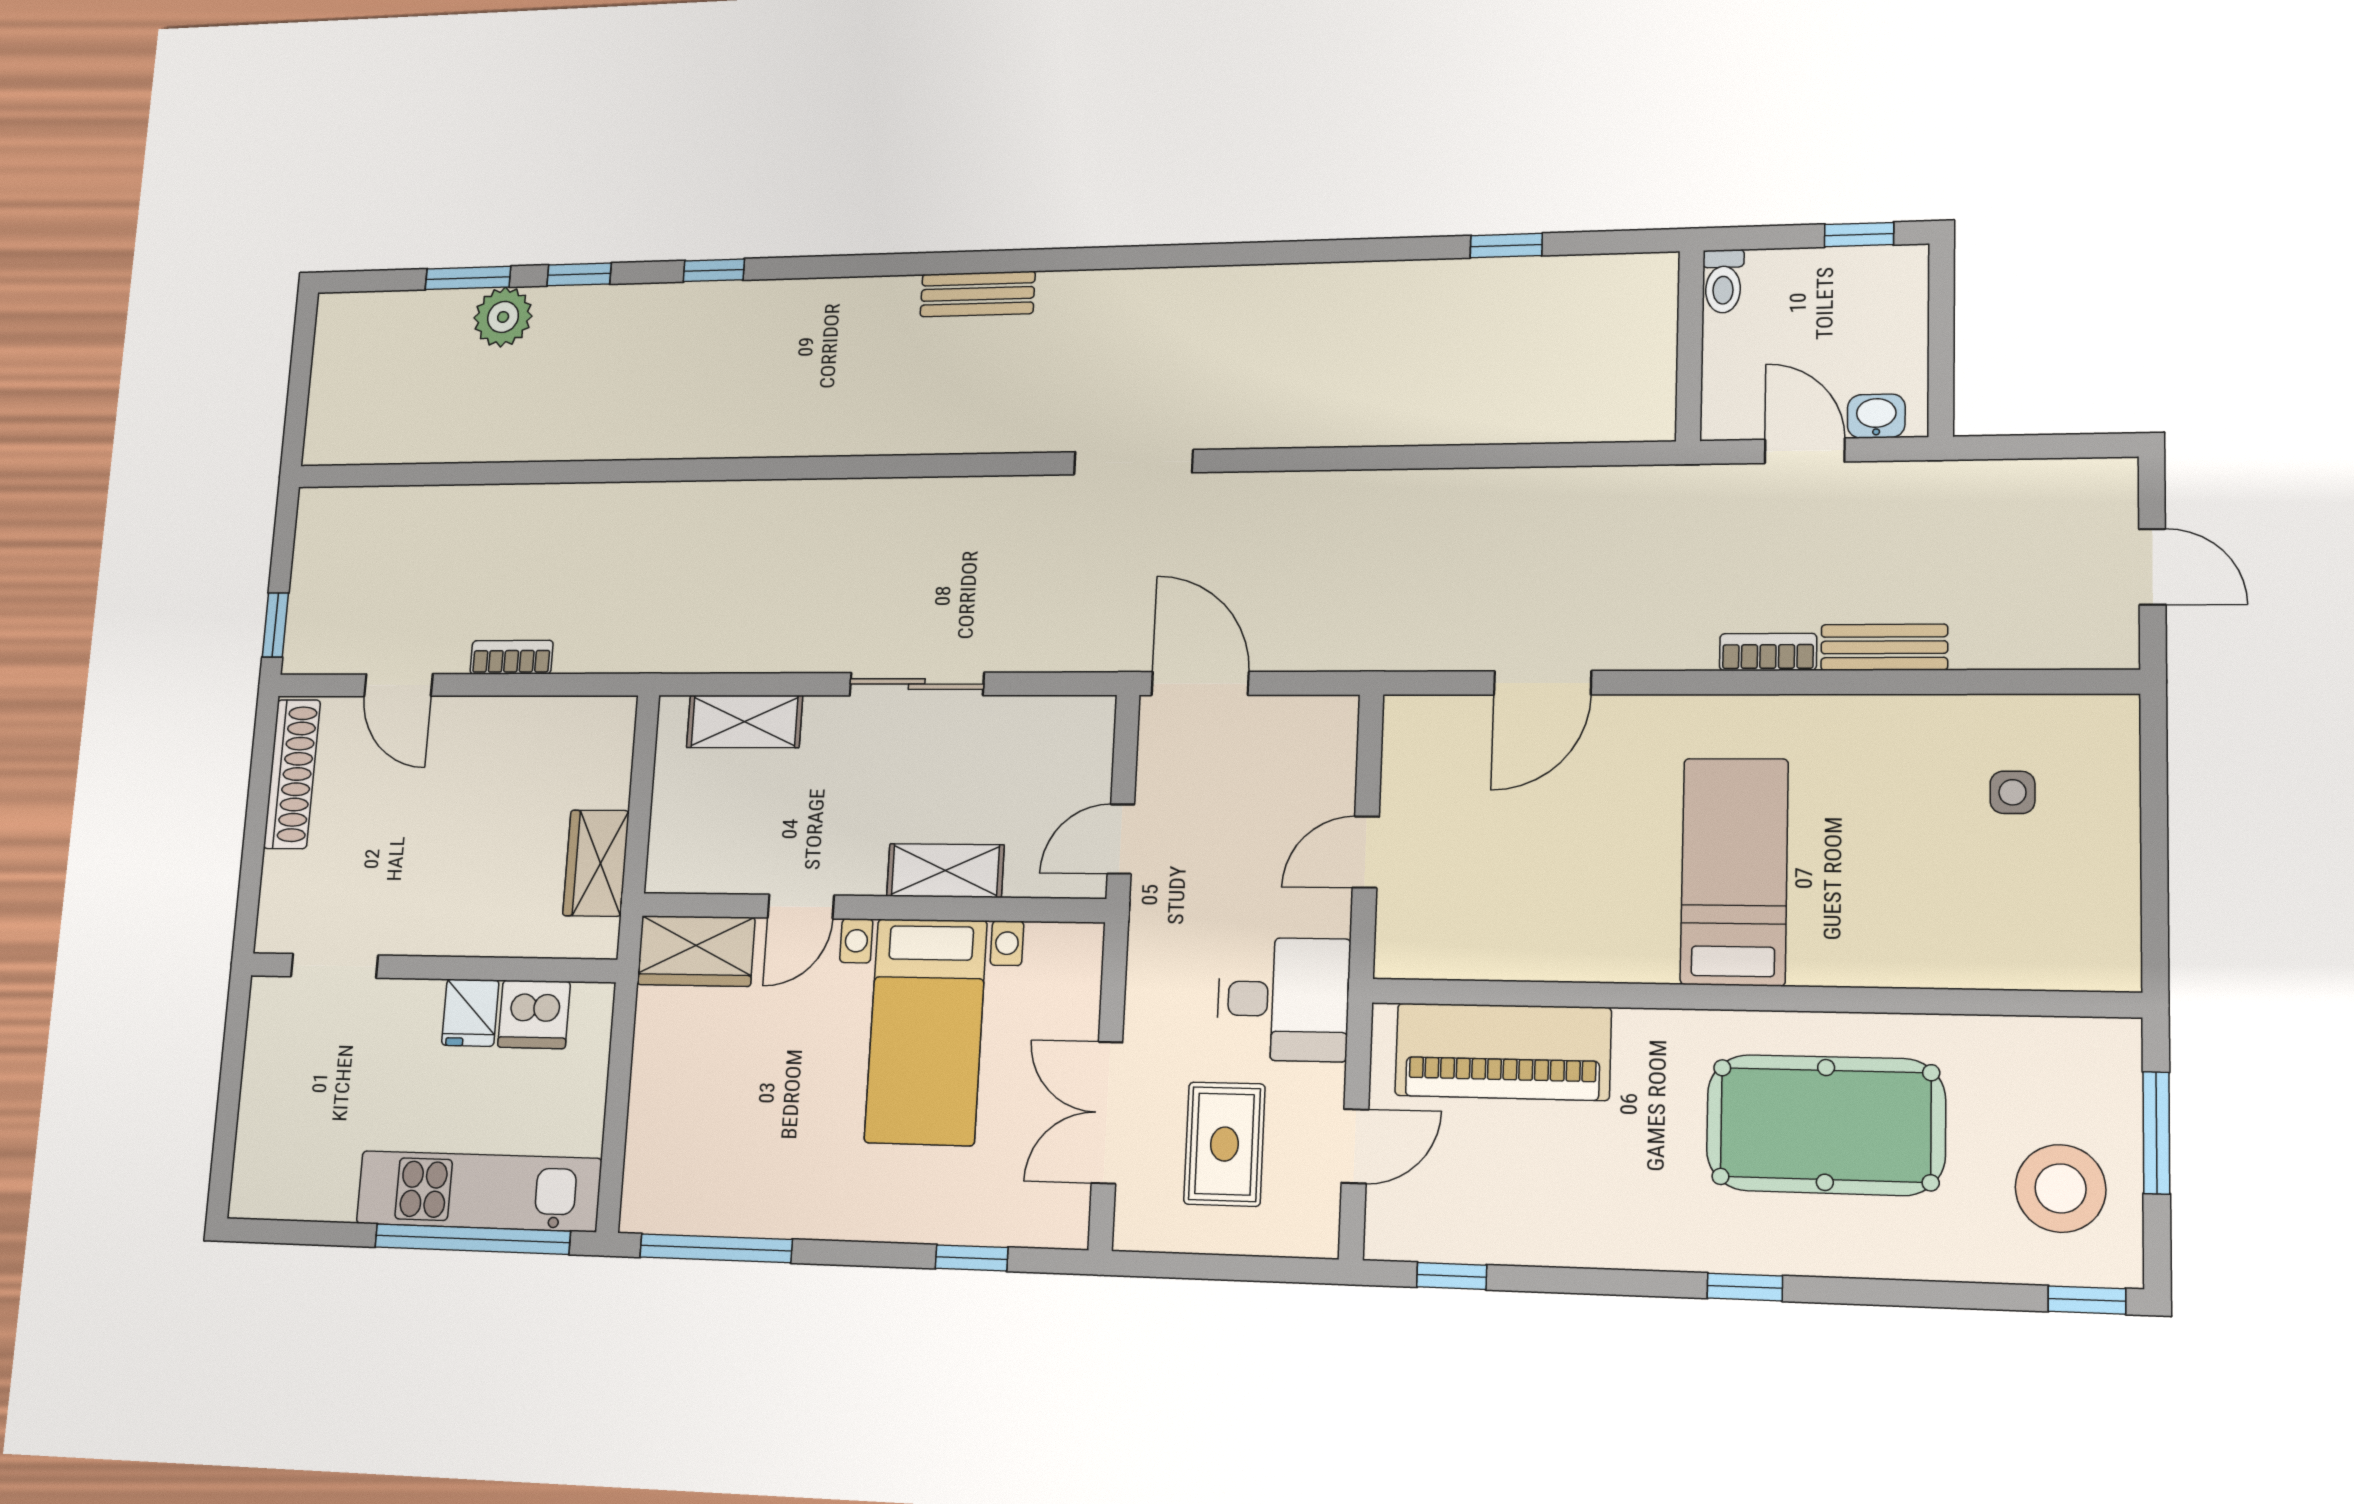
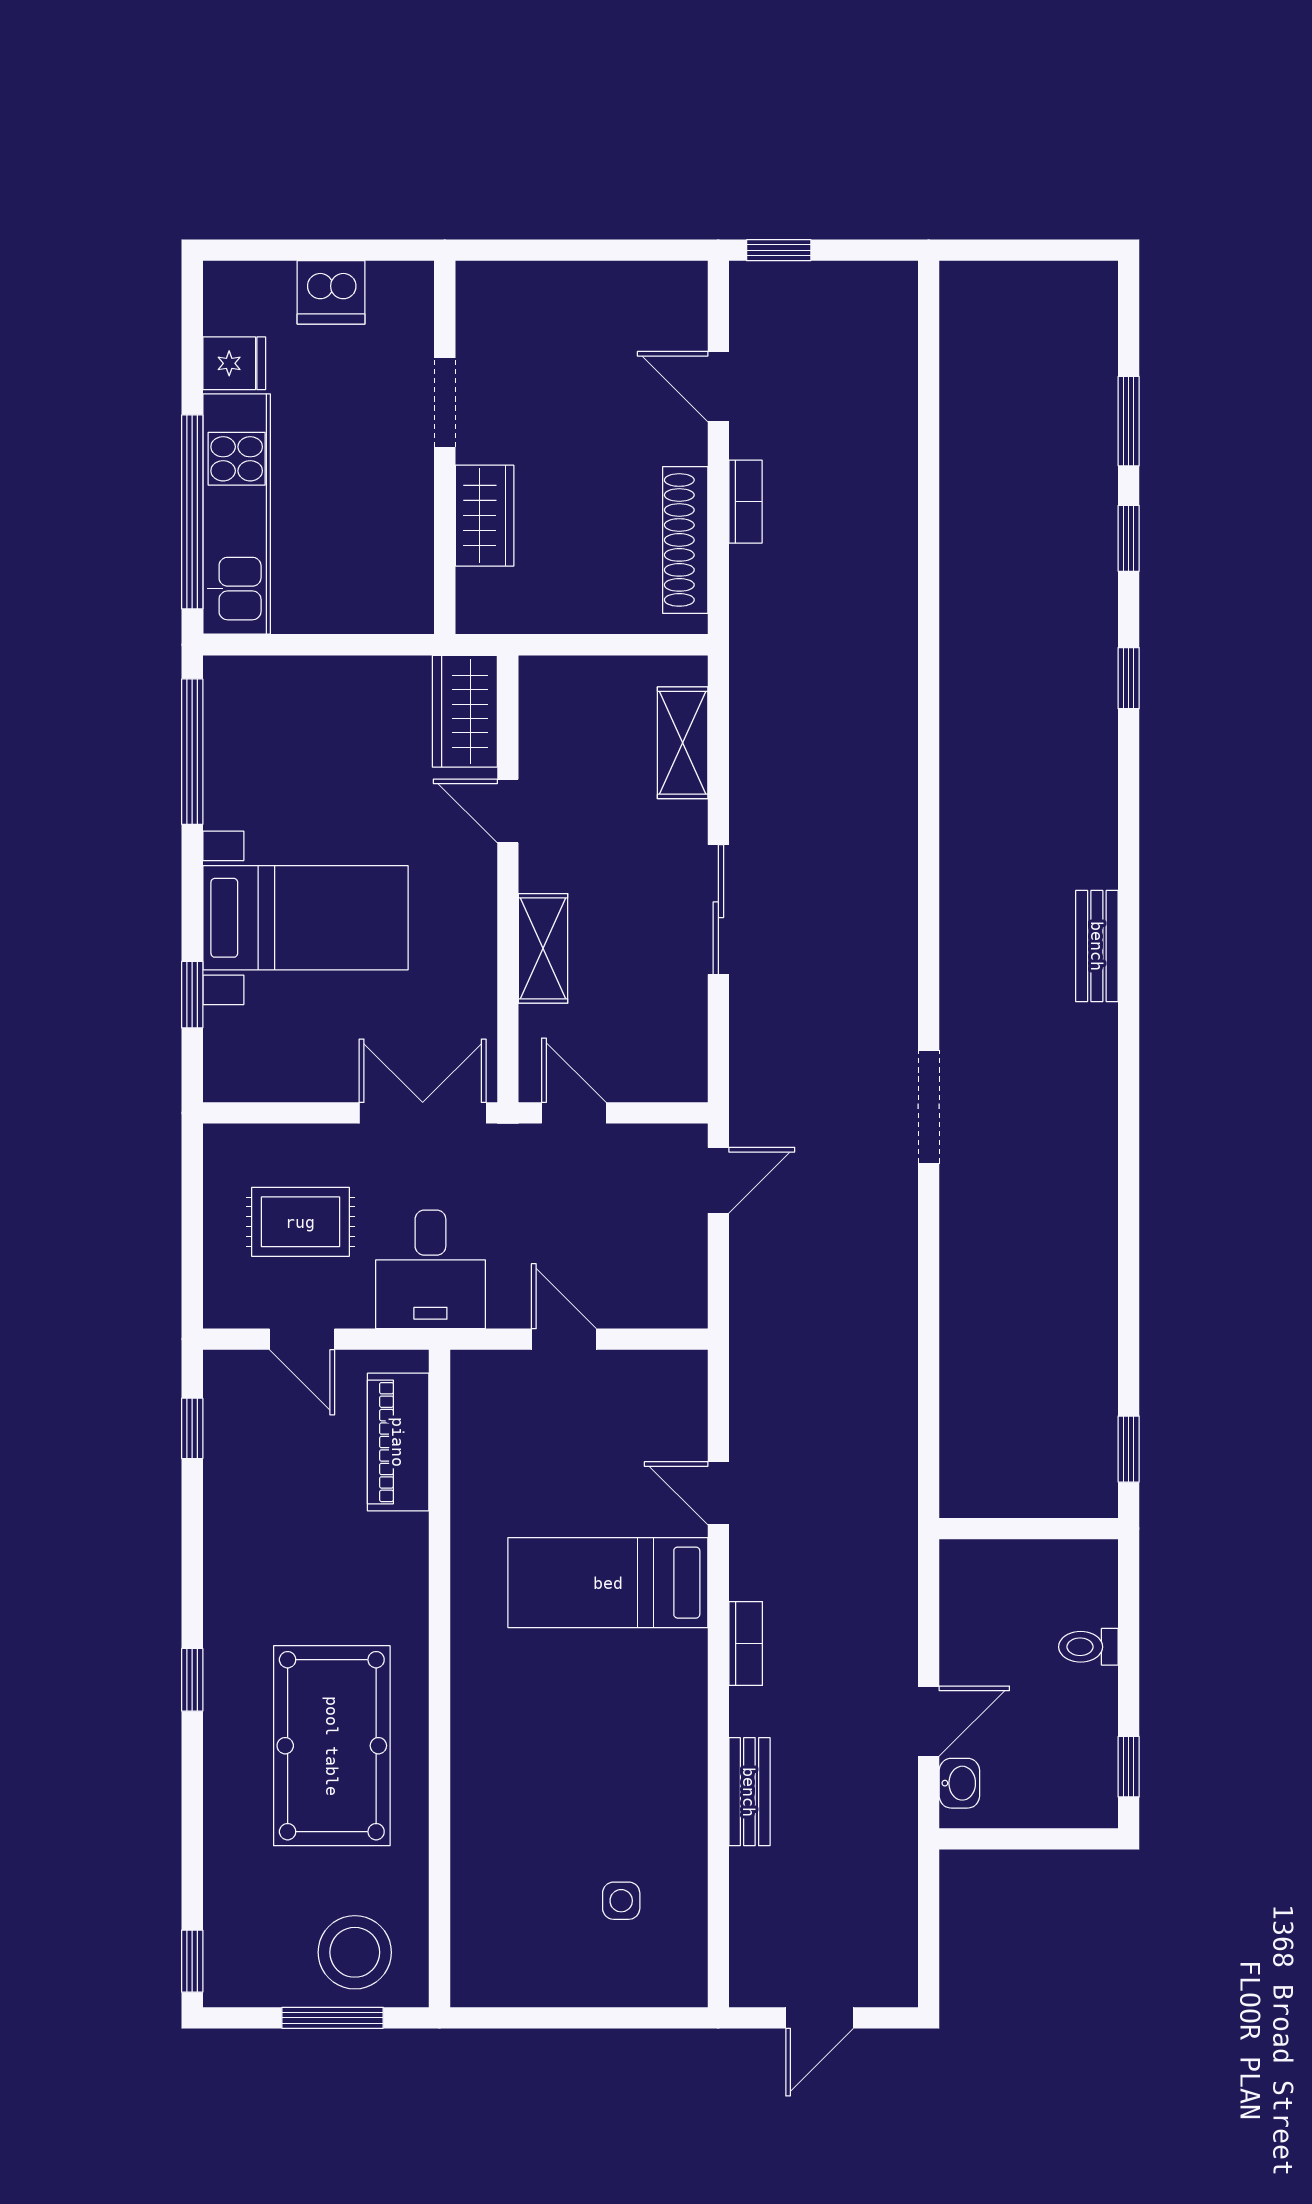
plant: (503, 317) -> (1087, 462), removed
wall: (1690, 346) -> (1029, 1529), moved
bookcase: (1768, 652) -> (746, 1643), moved
door: (1200, 683) -> (718, 1180), width x0.73
door: (1542, 683) -> (718, 1493), width x0.73
door: (398, 685) -> (718, 387), hinge flipped
shoe rack: (292, 774) -> (685, 540), moved, turned 90
wardrobe: (596, 863) -> (485, 516), moved, turned 90
bed: (1734, 871) -> (608, 1583), moved, turned 180
doorway: (334, 966) -> (445, 402), moved
fridge: (470, 1013) -> (234, 363), moved, turned 180
dishwasher: (534, 1014) -> (331, 292), moved, turned -90
bed with nightstands: (926, 1031) -> (305, 918), moved, turned 180
piano: (1503, 1052) -> (398, 1442), width x0.73, depth x0.75
double door: (1107, 1113) -> (423, 1113), moved
stool: (2061, 1188) -> (355, 1952), moved

